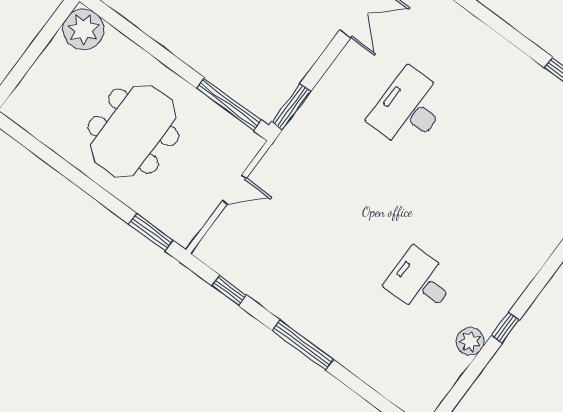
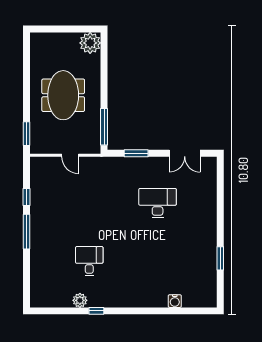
window: (291, 107) -> (136, 153), moved
meeting table: (133, 131) -> (63, 95), turned 90
window: (229, 290) -> (27, 197), moved

